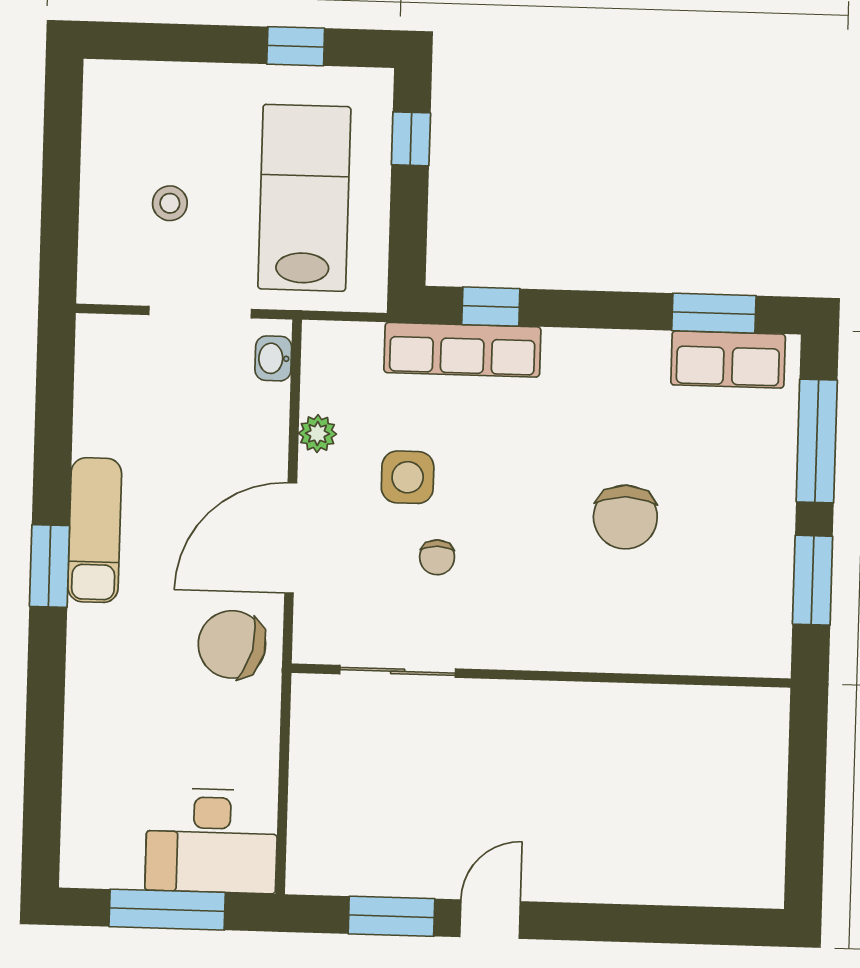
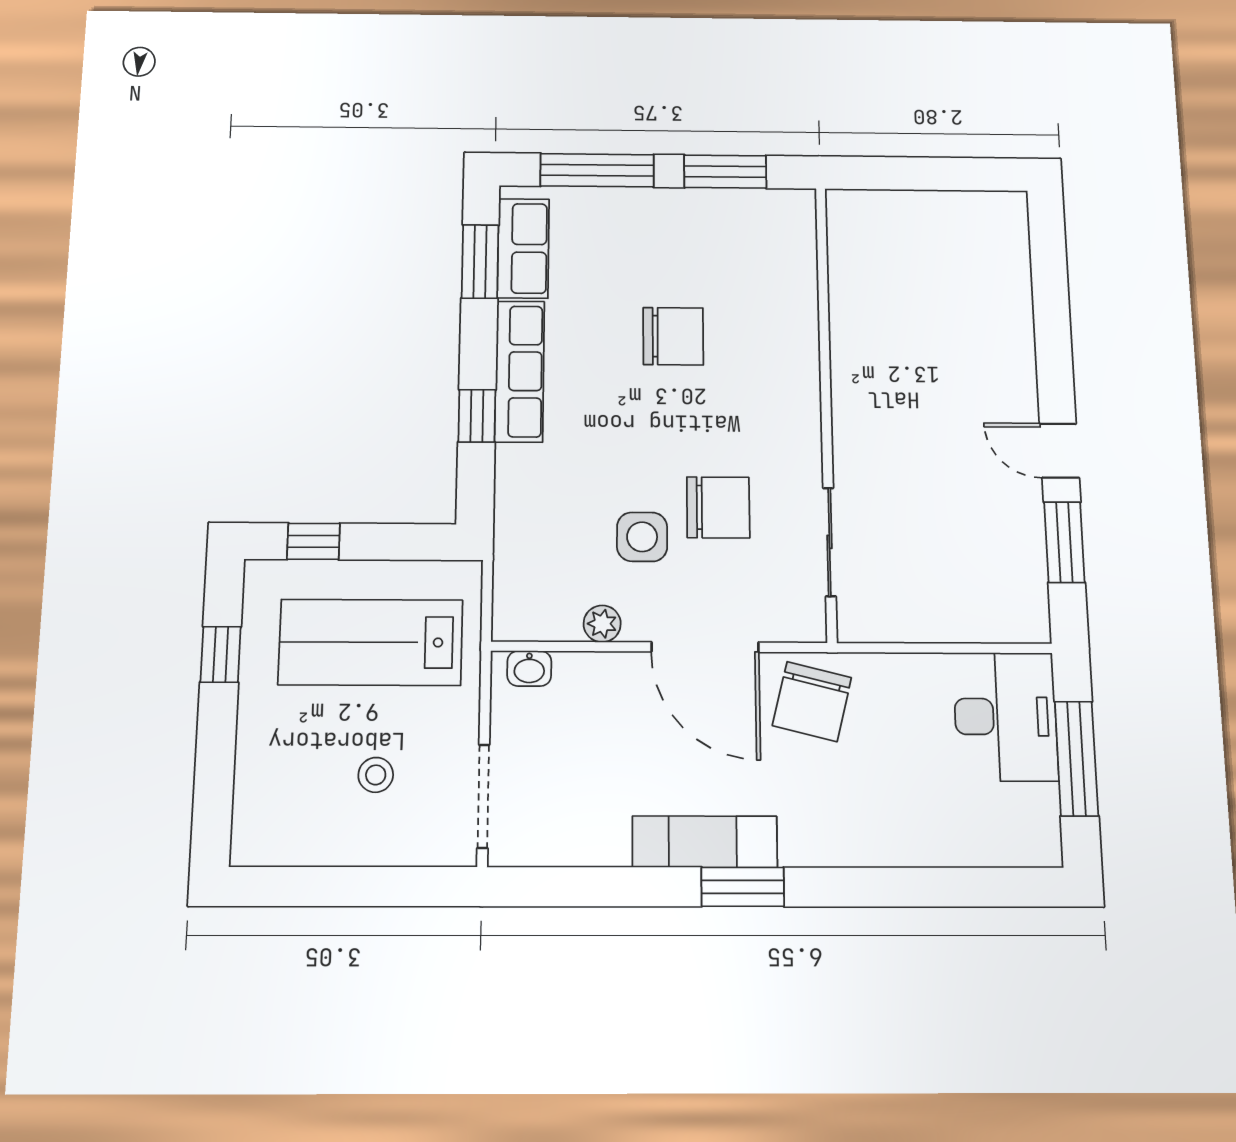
window: (491, 307) -> (477, 416), moved
doorway: (200, 312) -> (483, 796), moved
row of seats: (462, 350) -> (520, 371), moved
chair: (437, 557) -> (718, 507), width x1.87, depth x1.87

